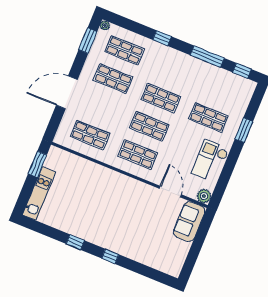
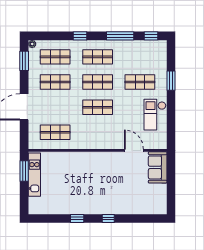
shop shelf: (138, 155) -> (98, 57), moved
kitchen unit: (39, 193) -> (34, 175), moved
plant: (204, 196) -> (161, 143), removed

